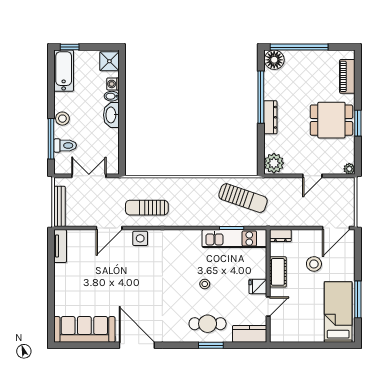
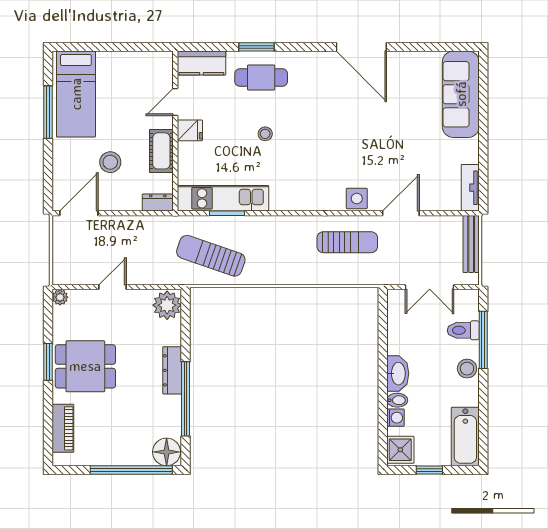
window: (70, 47) -> (429, 470), moved
sofa: (84, 329) -> (461, 94), moved, turned 90

